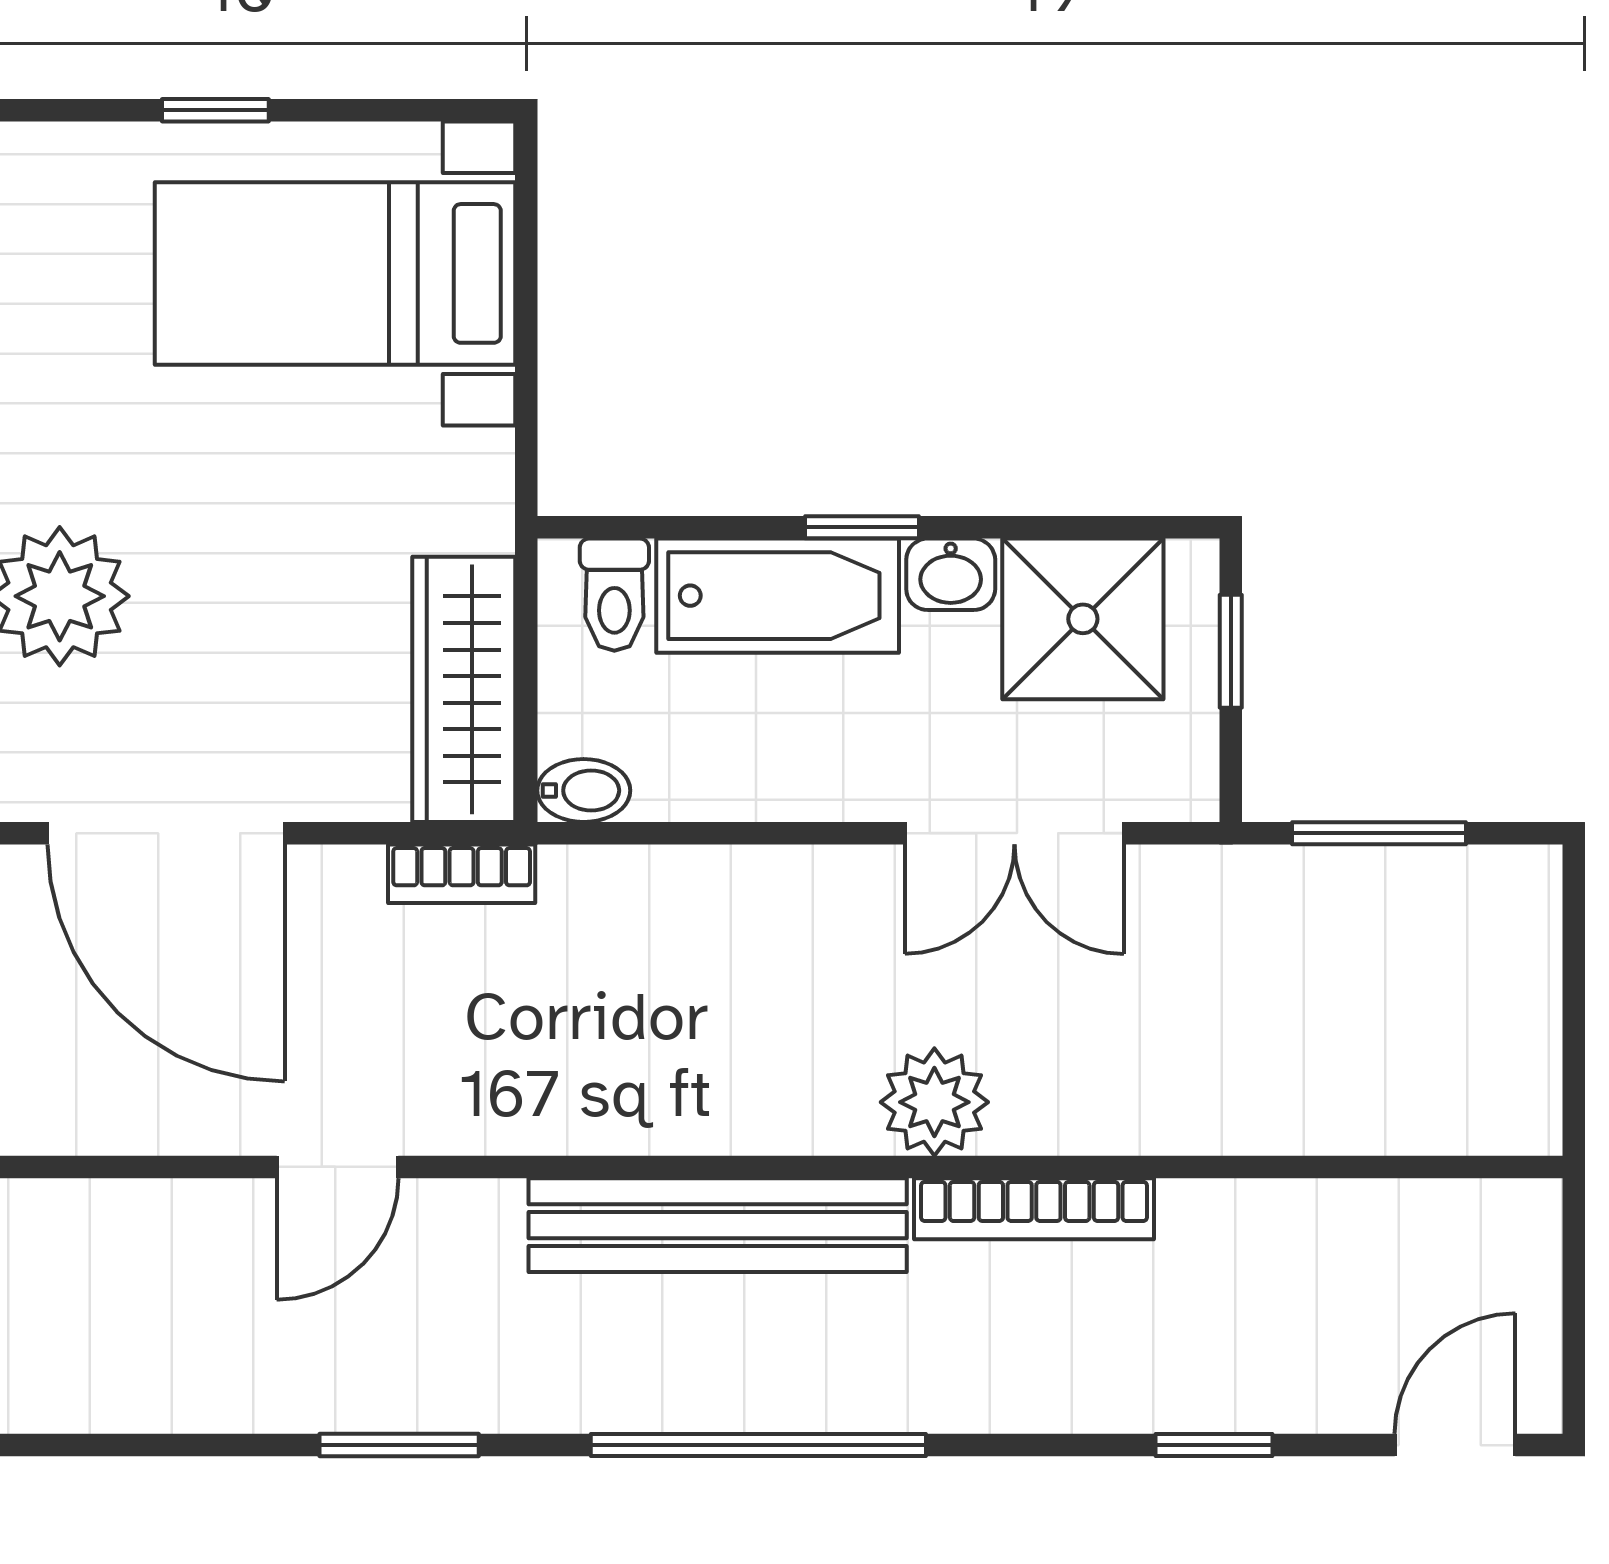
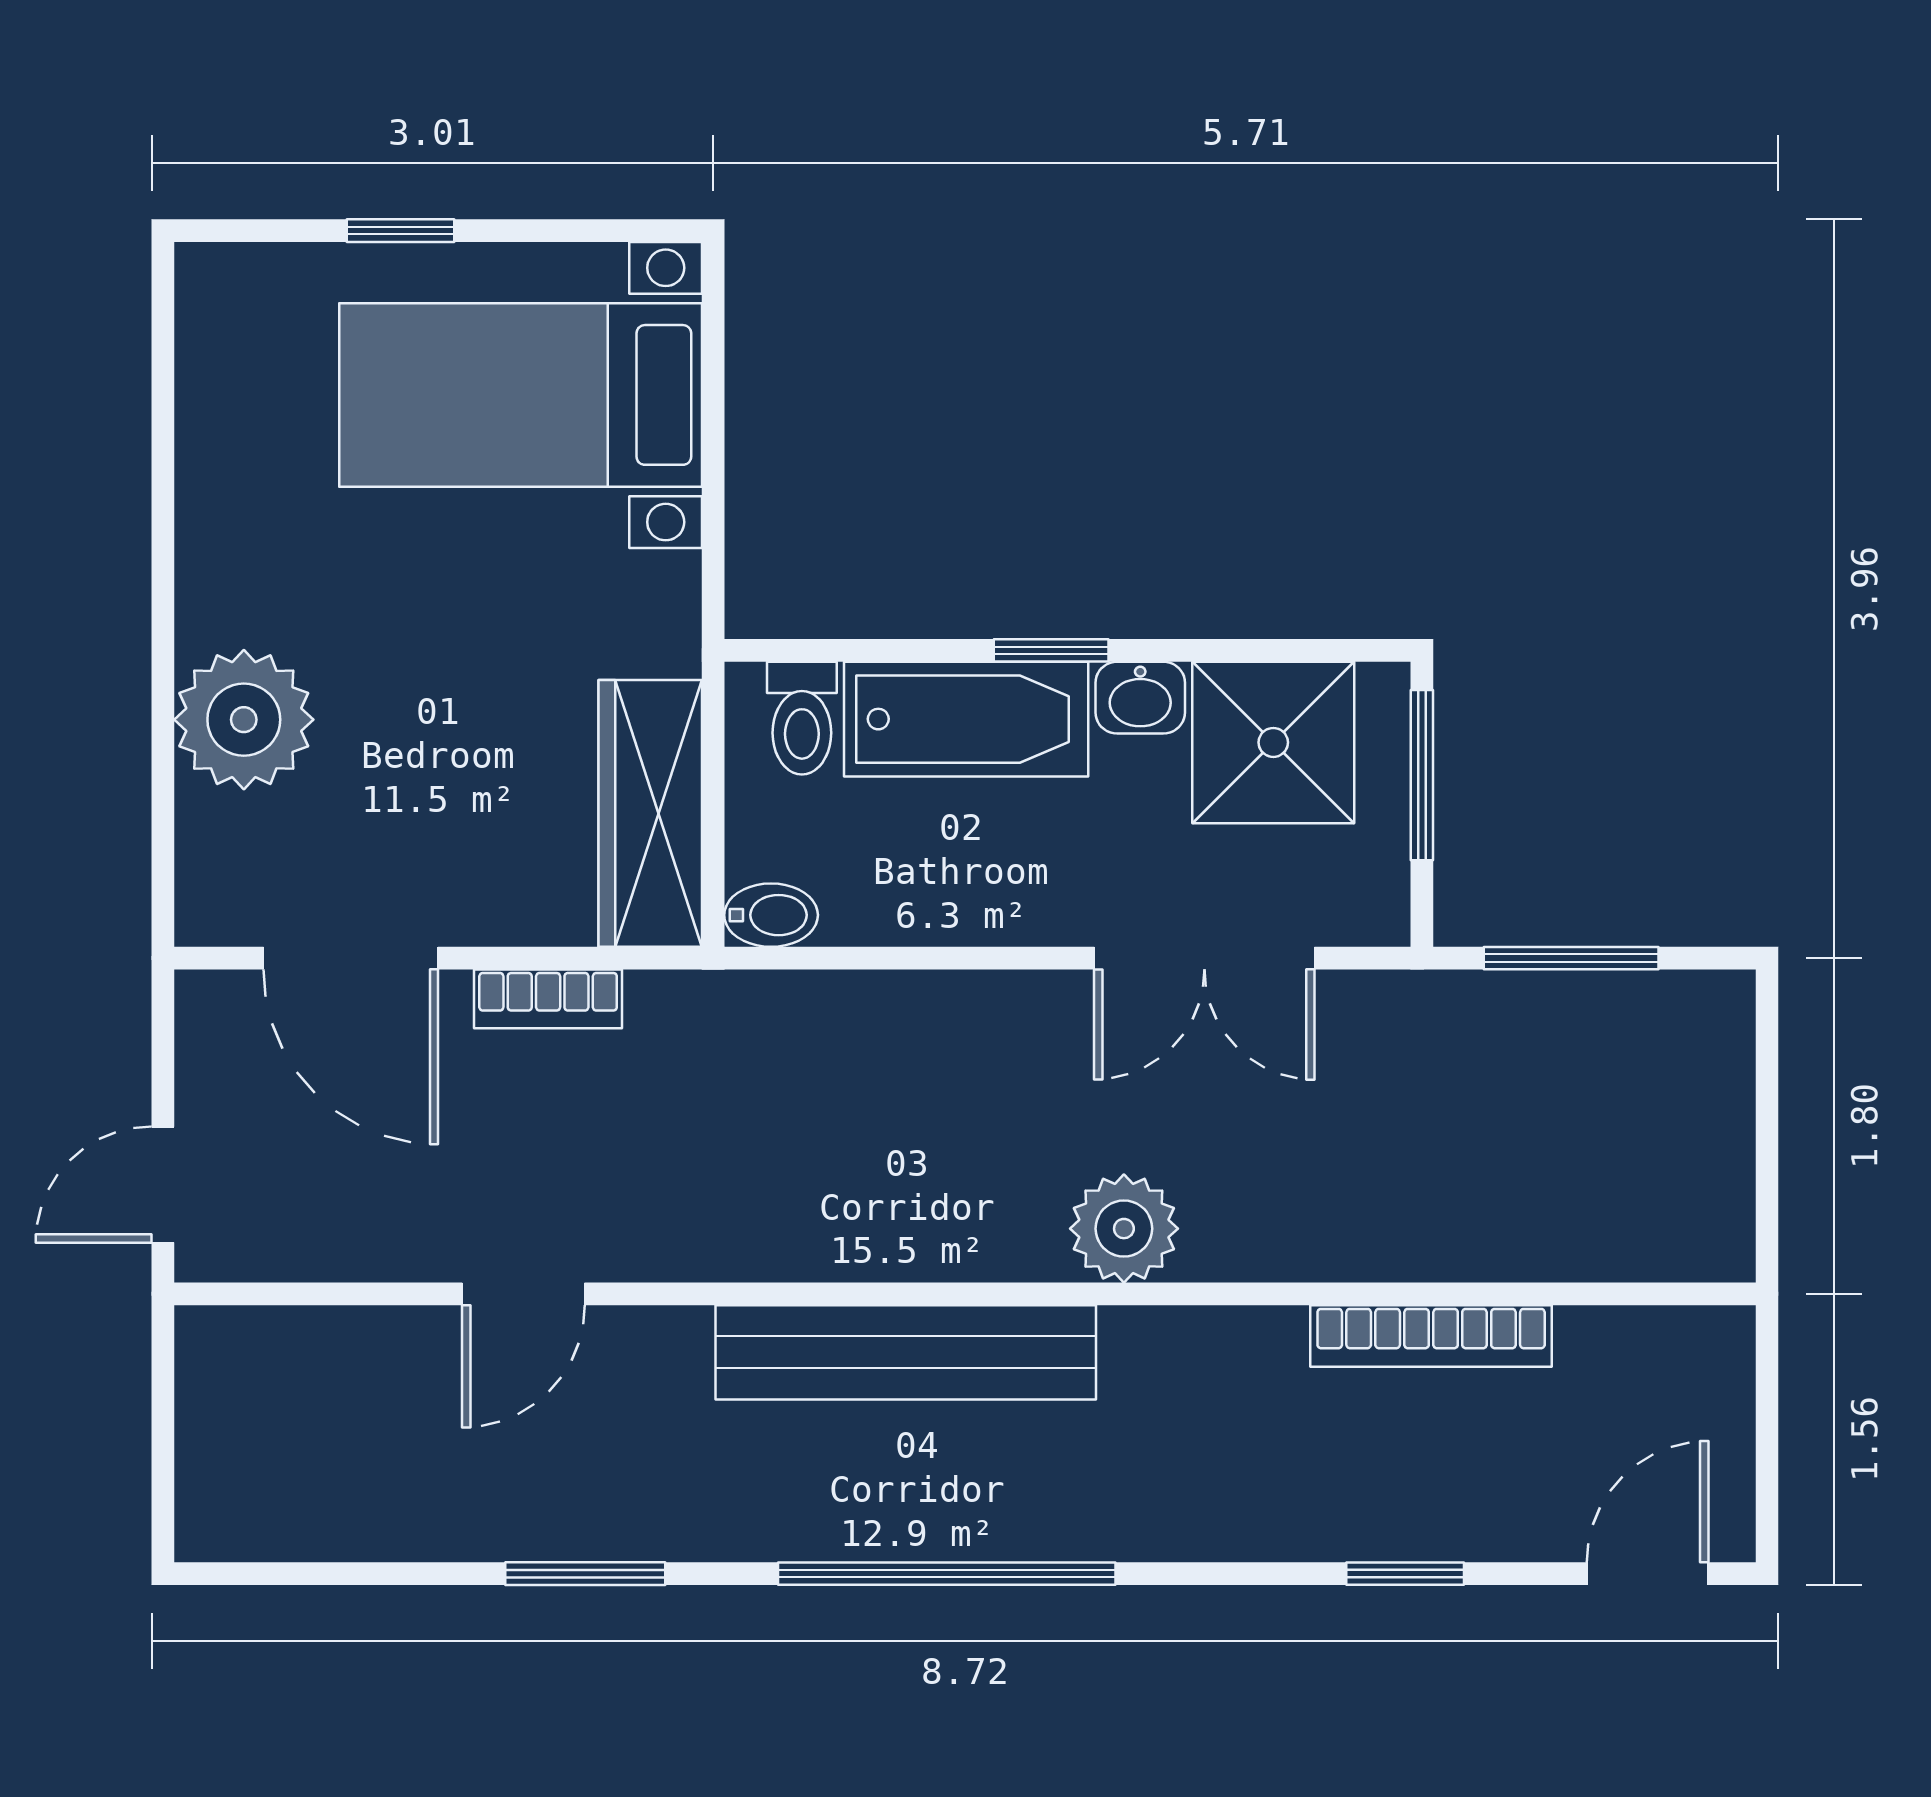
window: (1231, 651) -> (1422, 775), width x1.50
door: (166, 833) -> (351, 958), width x0.73
bookcase: (462, 874) -> (548, 999), moved
bookcase: (1034, 1209) -> (1431, 1336), moved

